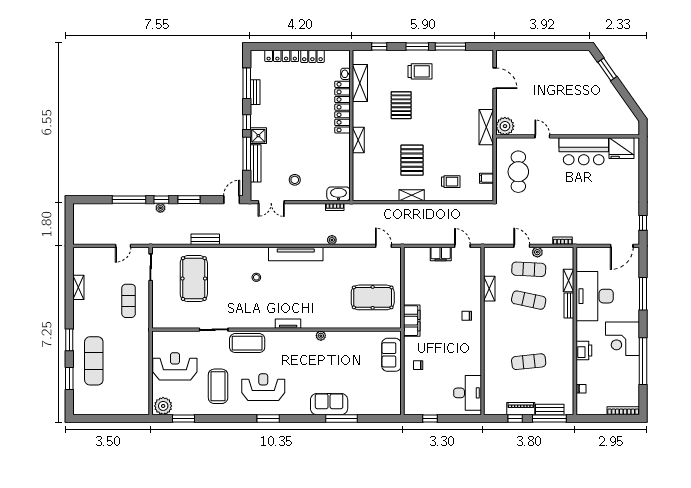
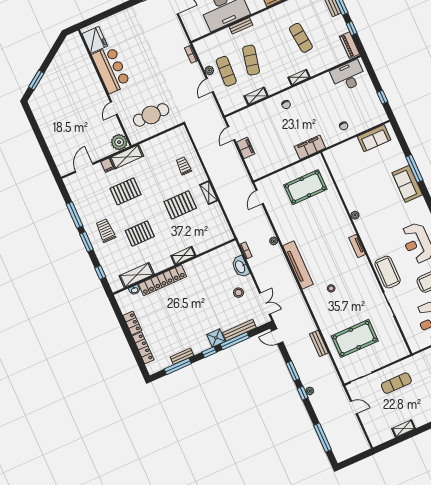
pallet: (451, 110) -> (125, 191), added
filing cabinet: (487, 178) -> (107, 165), moved
washbasin: (339, 194) -> (240, 267), moved
window: (129, 200) -> (322, 437), moved
shelving: (569, 280) -> (299, 77), moved
pool table: (373, 297) -> (305, 187), turned 90
sofa: (391, 355) -> (374, 138), moved
piano: (521, 409) -> (350, 45), moved

